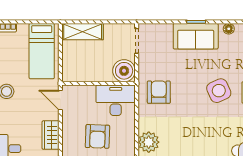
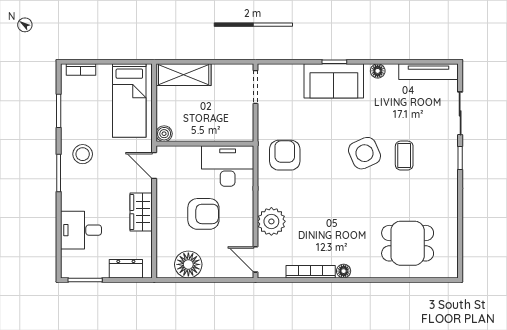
boiler: (124, 71) -> (164, 134), moved, width x0.54, depth x0.54
armchair: (97, 136) -> (203, 214), turned -92

